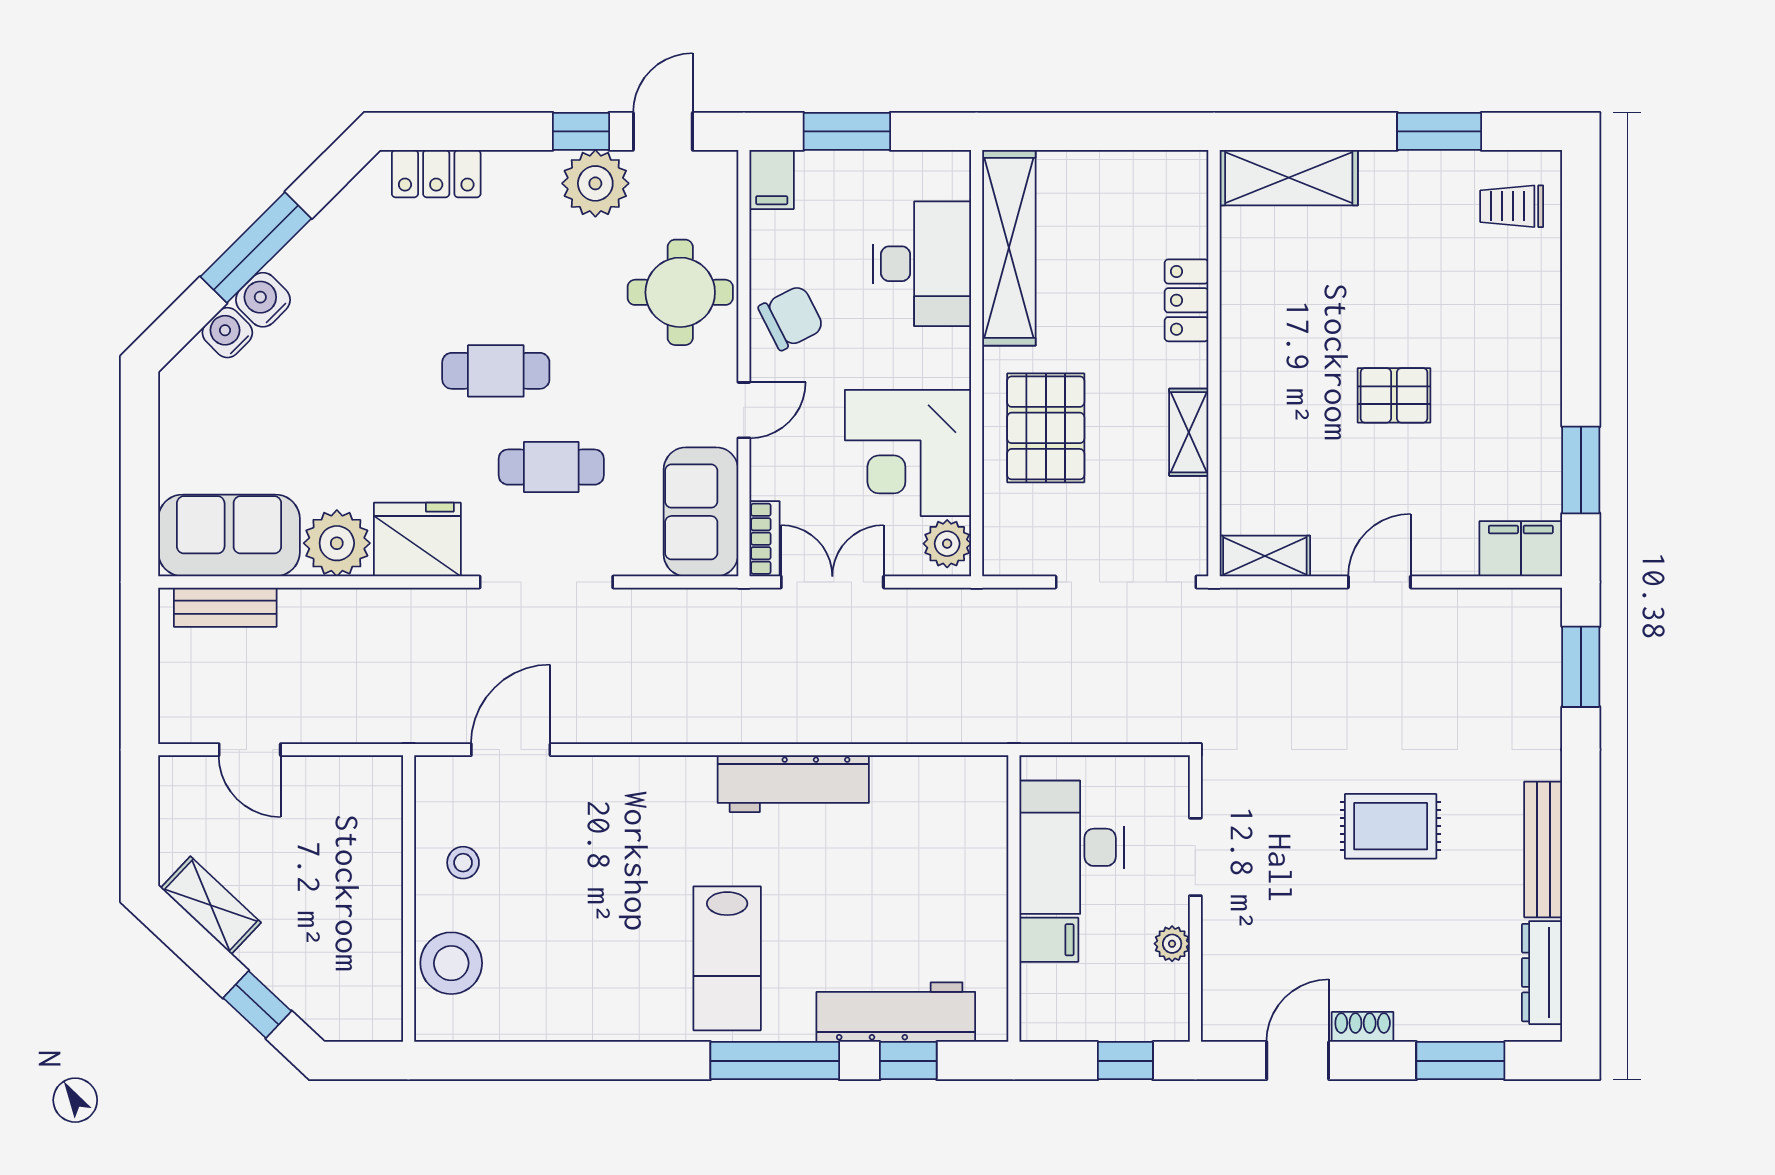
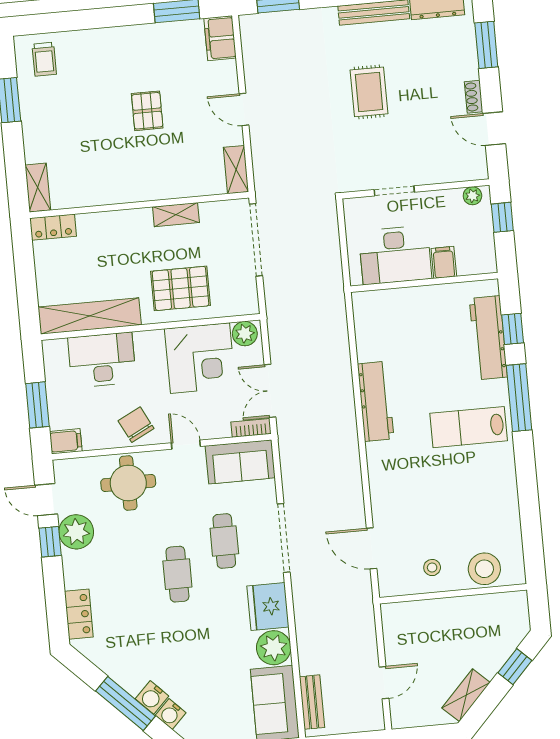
shelving: (1289, 178) -> (38, 188), width x0.67, depth x0.75
locker: (1187, 300) -> (53, 227), moved
plant: (1172, 944) -> (472, 196), moved
lab bench: (727, 958) -> (469, 427), turned 180

